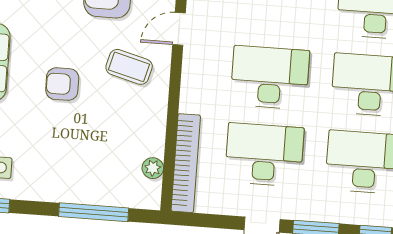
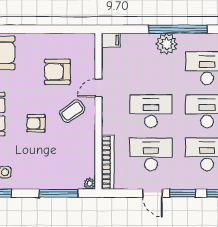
coffee table: (129, 67) -> (72, 111), turned -51
plant: (153, 168) -> (90, 184), moved

